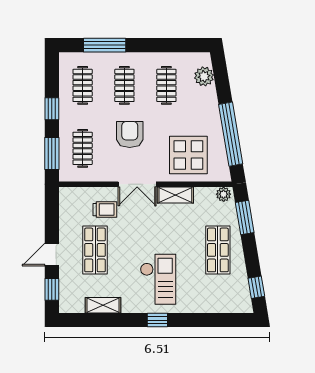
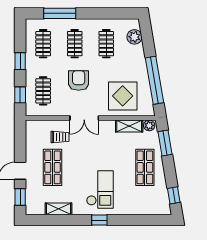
window: (52, 154) -> (20, 95), width x0.67
shelving: (175, 195) -> (129, 126), moved

